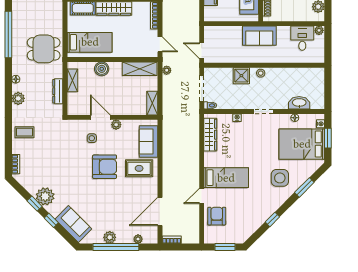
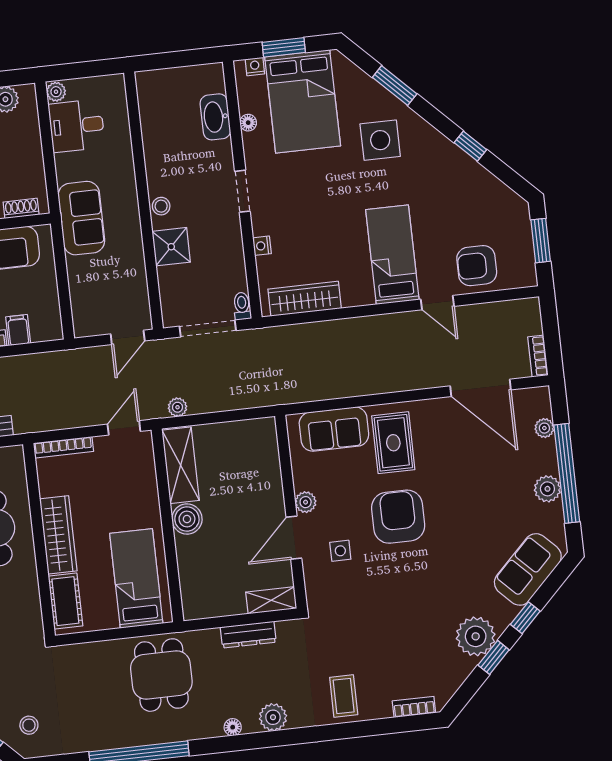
boiler: (102, 69) -> (187, 519), moved
shelving: (72, 80) -> (271, 600), moved
shelving: (152, 103) -> (251, 430), removed

